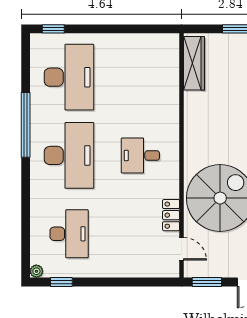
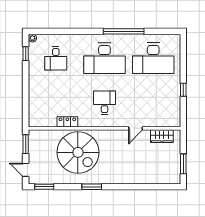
window: (53, 29) -> (183, 90), moved
wardrobe: (194, 63) -> (162, 136), width x0.67
desk: (69, 234) -> (56, 58), width x0.73
door: (182, 249) -> (136, 128), moved

